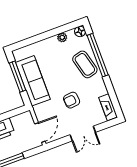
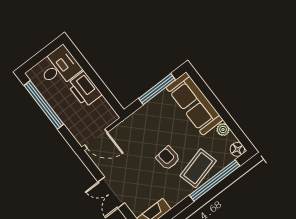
sofa: (33, 81) -> (195, 104), moved, turned 90
armchair: (72, 100) -> (168, 158), moved

